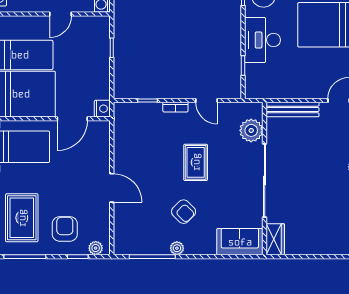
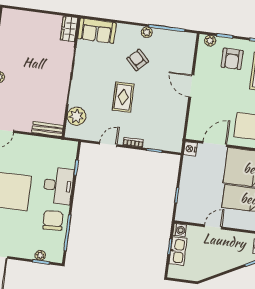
door: (207, 100) -> (108, 144), hinge flipped
bench: (293, 110) -> (48, 129), width x0.73

